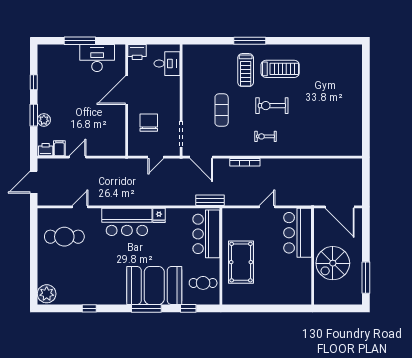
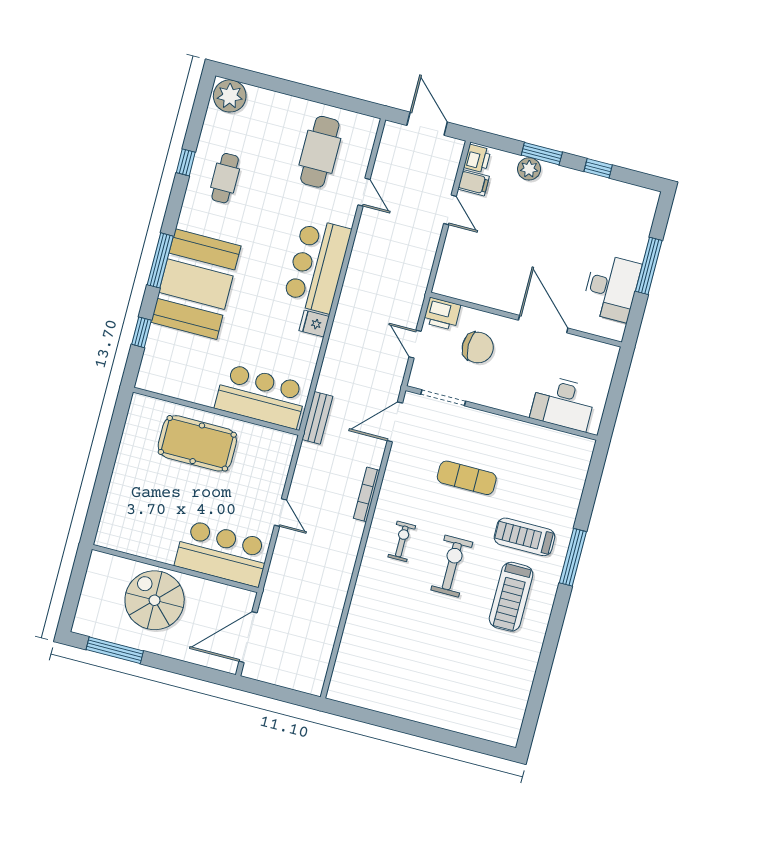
printer: (137, 52) -> (442, 314), moved, turned -90
desk: (167, 64) -> (563, 403), width x1.37
cafe table: (203, 283) -> (225, 178), moved

